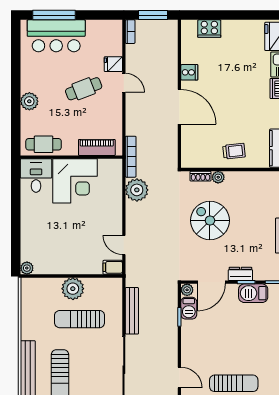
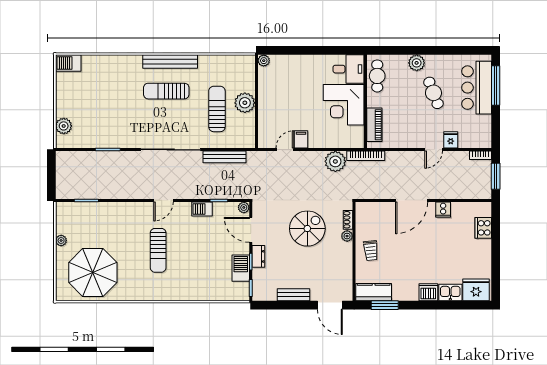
cafe table: (84, 89) -> (433, 93), moved
filing cabinet: (113, 267) -> (301, 139), moved
barbecue: (189, 308) -> (202, 209), moved

